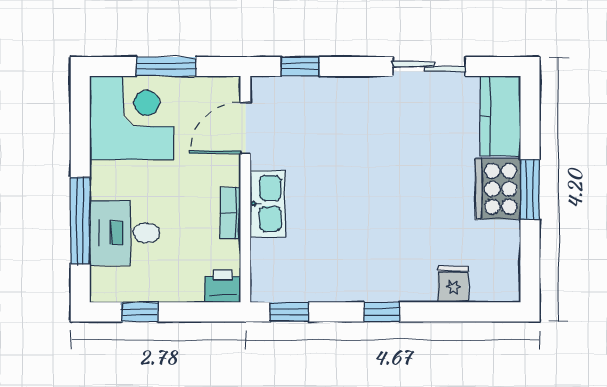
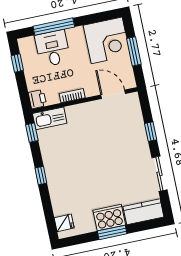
window: (300, 67) -> (151, 132), moved
kitchen sink: (268, 204) -> (50, 118), moved
fridge: (453, 284) -> (64, 223), moved

